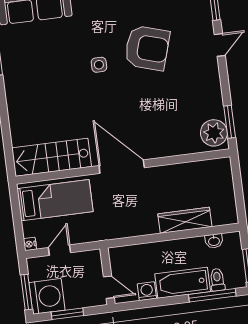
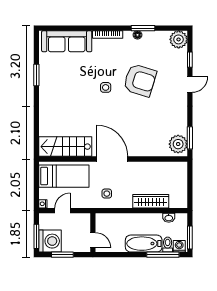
side table: (120, 217) -> (107, 194), added
washing machine: (147, 291) -> (179, 246), moved

